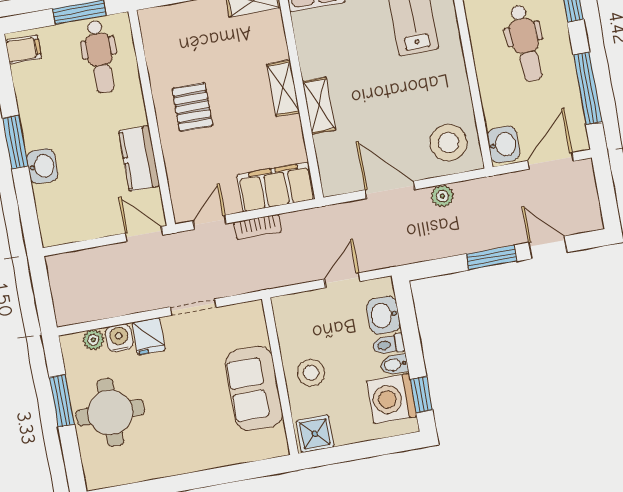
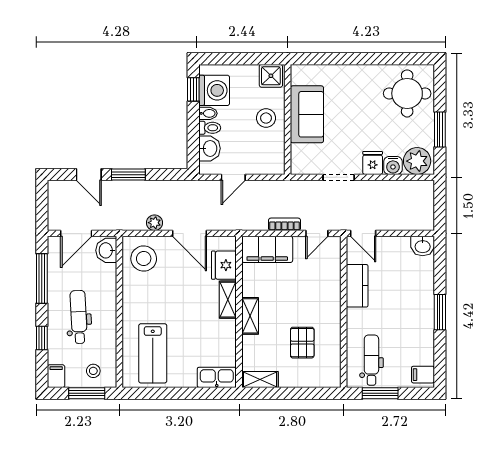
pallet: (192, 107) -> (302, 343), moved
fridge: (333, 154) -> (224, 265), added
washbasin: (42, 166) -> (423, 246), moved, turned -90
plant: (93, 340) -> (417, 161), width x1.88, depth x1.88
round table: (110, 412) -> (407, 93), moved

